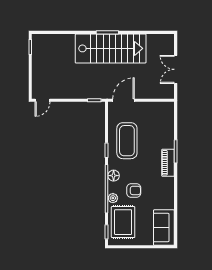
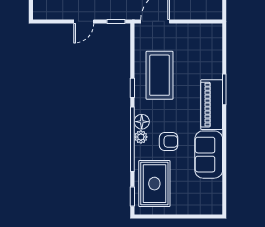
door: (43, 100) -> (84, 21), moved
piano: (168, 163) -> (212, 105), width x1.37, depth x1.33
plant: (113, 198) -> (141, 137), moved
sofa: (164, 228) -> (209, 155), moved

